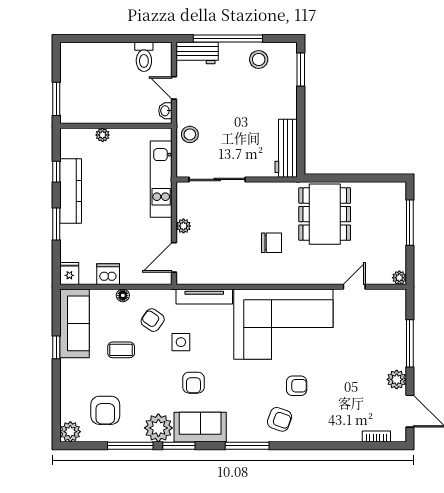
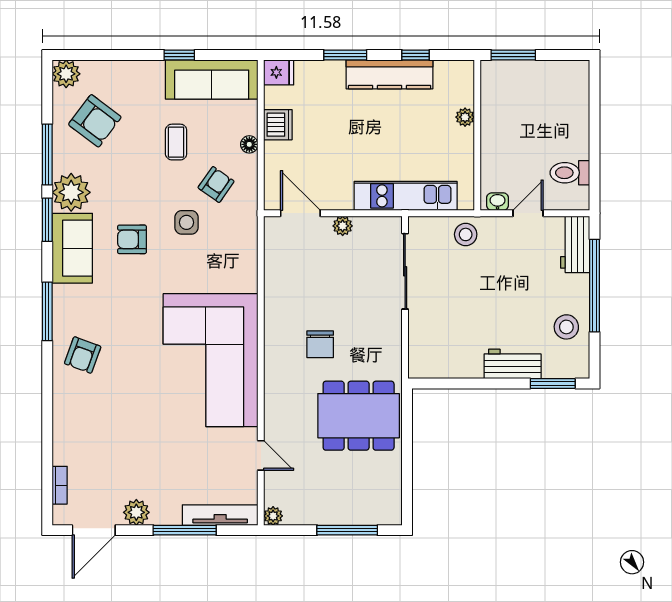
workbench: (286, 148) -> (513, 364), moved, width x0.73
tv unit: (204, 297) -> (220, 515), moved, turned 90
armchair: (297, 386) -> (128, 378), removed
armchair: (105, 410) -> (95, 121), turned -143

